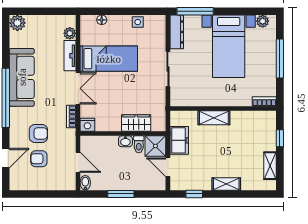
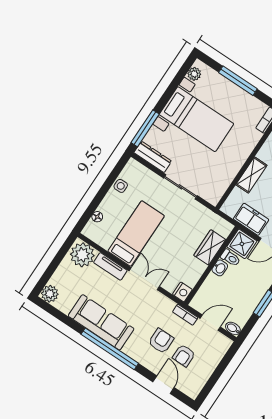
plant: (70, 33) -> (82, 255), width x1.88, depth x1.88
bookcase: (71, 117) -> (185, 315), moved

